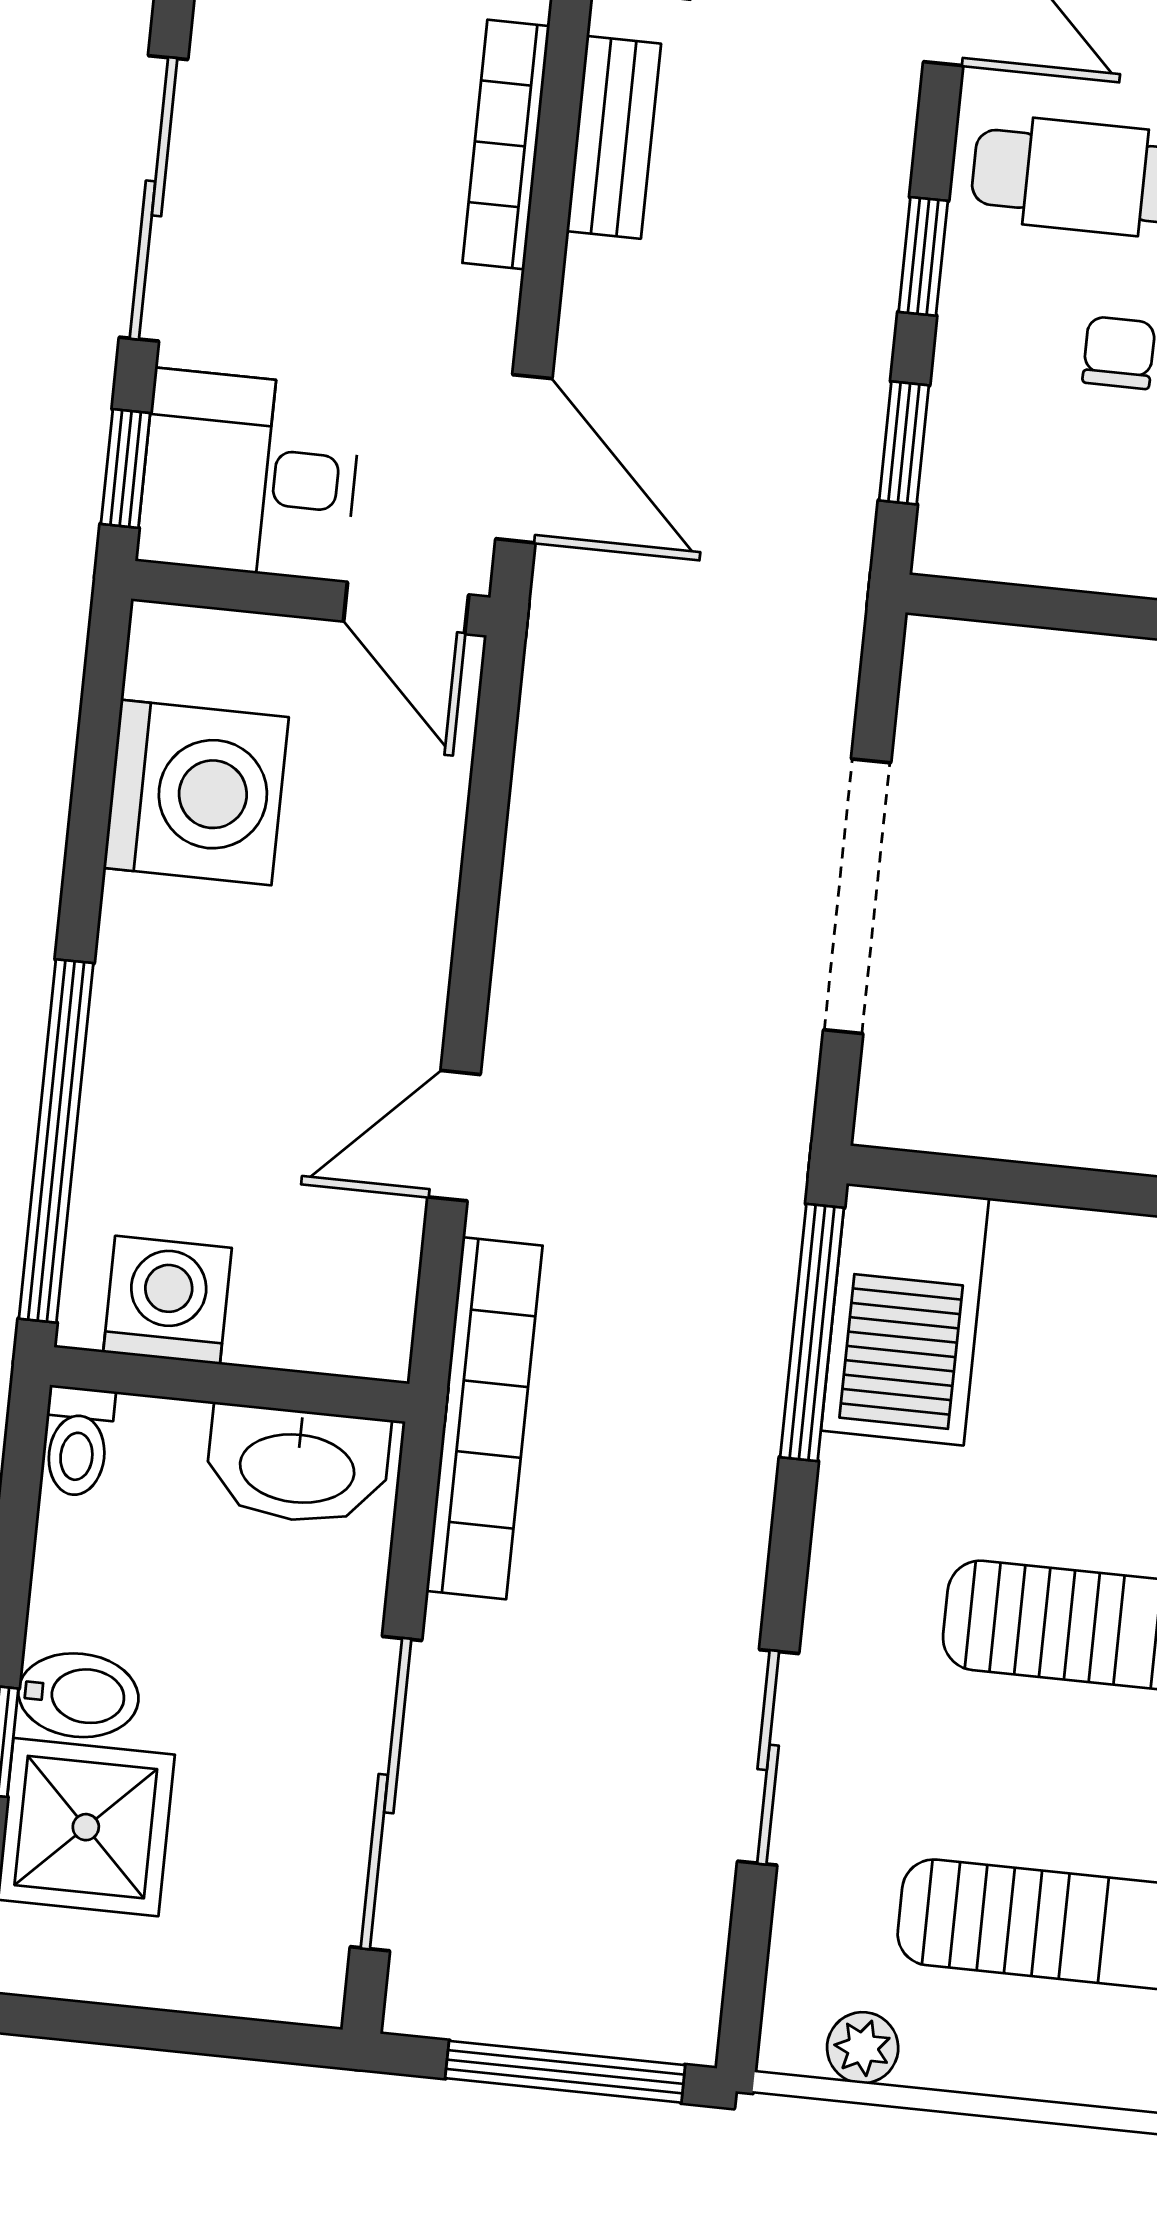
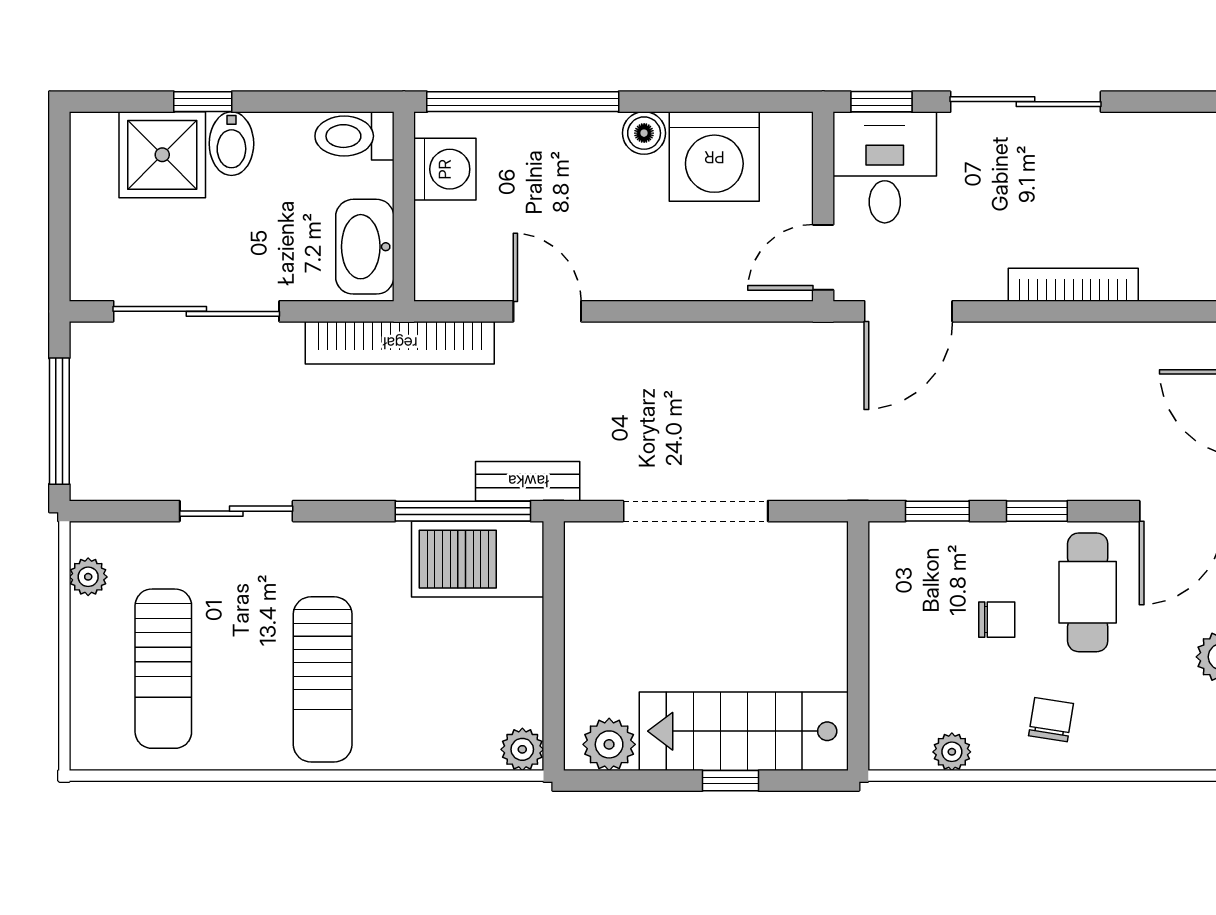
bench: (614, 137) -> (528, 481), moved
boiler: (138, 920) -> (644, 133), added
toilet: (78, 1441) -> (354, 136), width x1.37, depth x1.39

